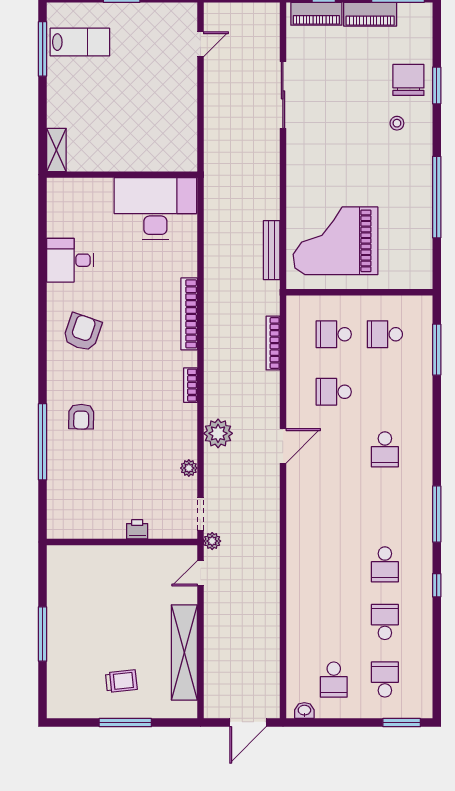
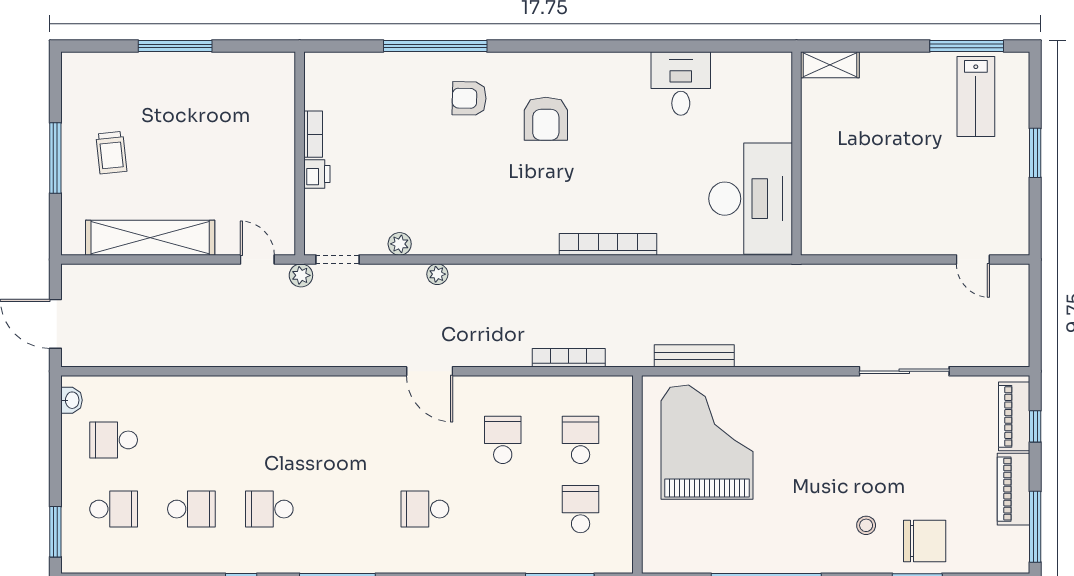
armchair: (82, 332) -> (546, 119), moved, turned 71
bookcase: (190, 385) -> (313, 134), moved, turned 90
plant: (218, 433) -> (437, 274), width x0.53, depth x0.53

